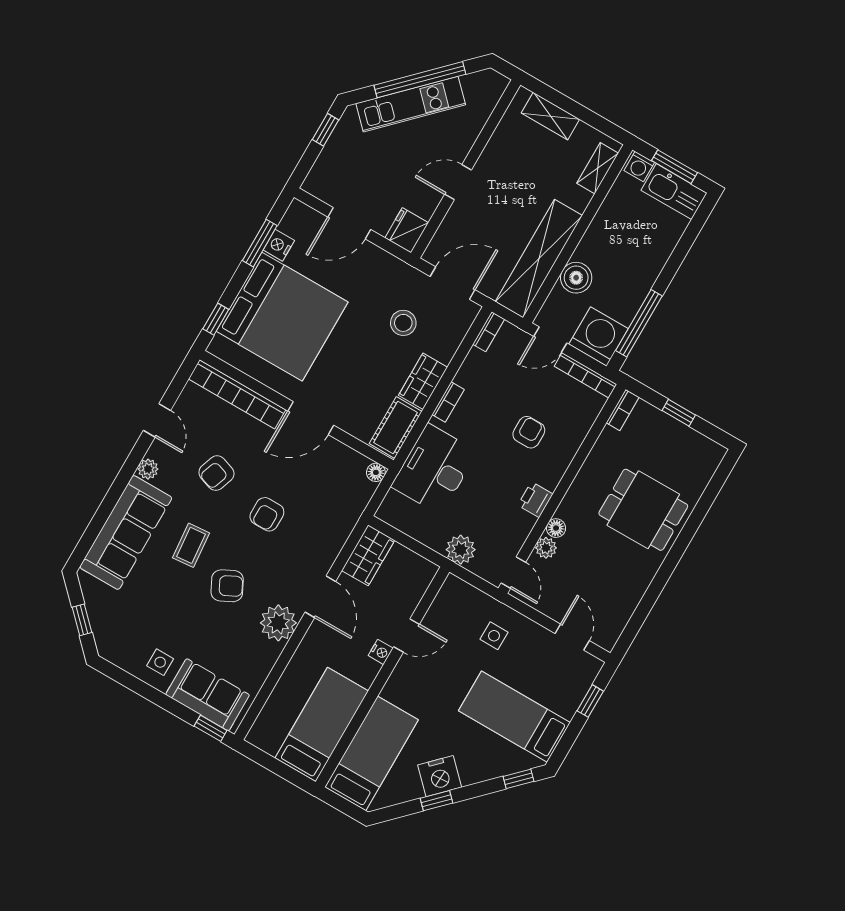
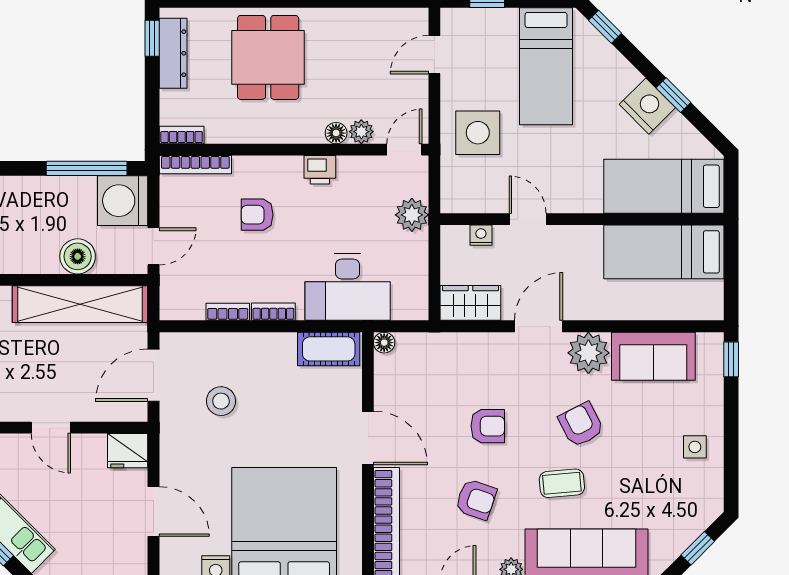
door: (453, 283) -> (154, 375), hinge flipped
bookcase: (489, 332) -> (228, 312), moved
door: (550, 340) -> (154, 246), hinge flipped
bookcase: (585, 375) -> (195, 165), moved, turned 90
wardrobe: (423, 381) -> (267, 348), removed
window: (679, 413) -> (152, 38), moved
dresser: (688, 440) -> (173, 53), added
side table: (494, 636) -> (478, 133), width x1.87, depth x1.87
nightstand: (381, 652) -> (481, 235), moved
sofa: (208, 695) -> (653, 356), moved, turned -90

